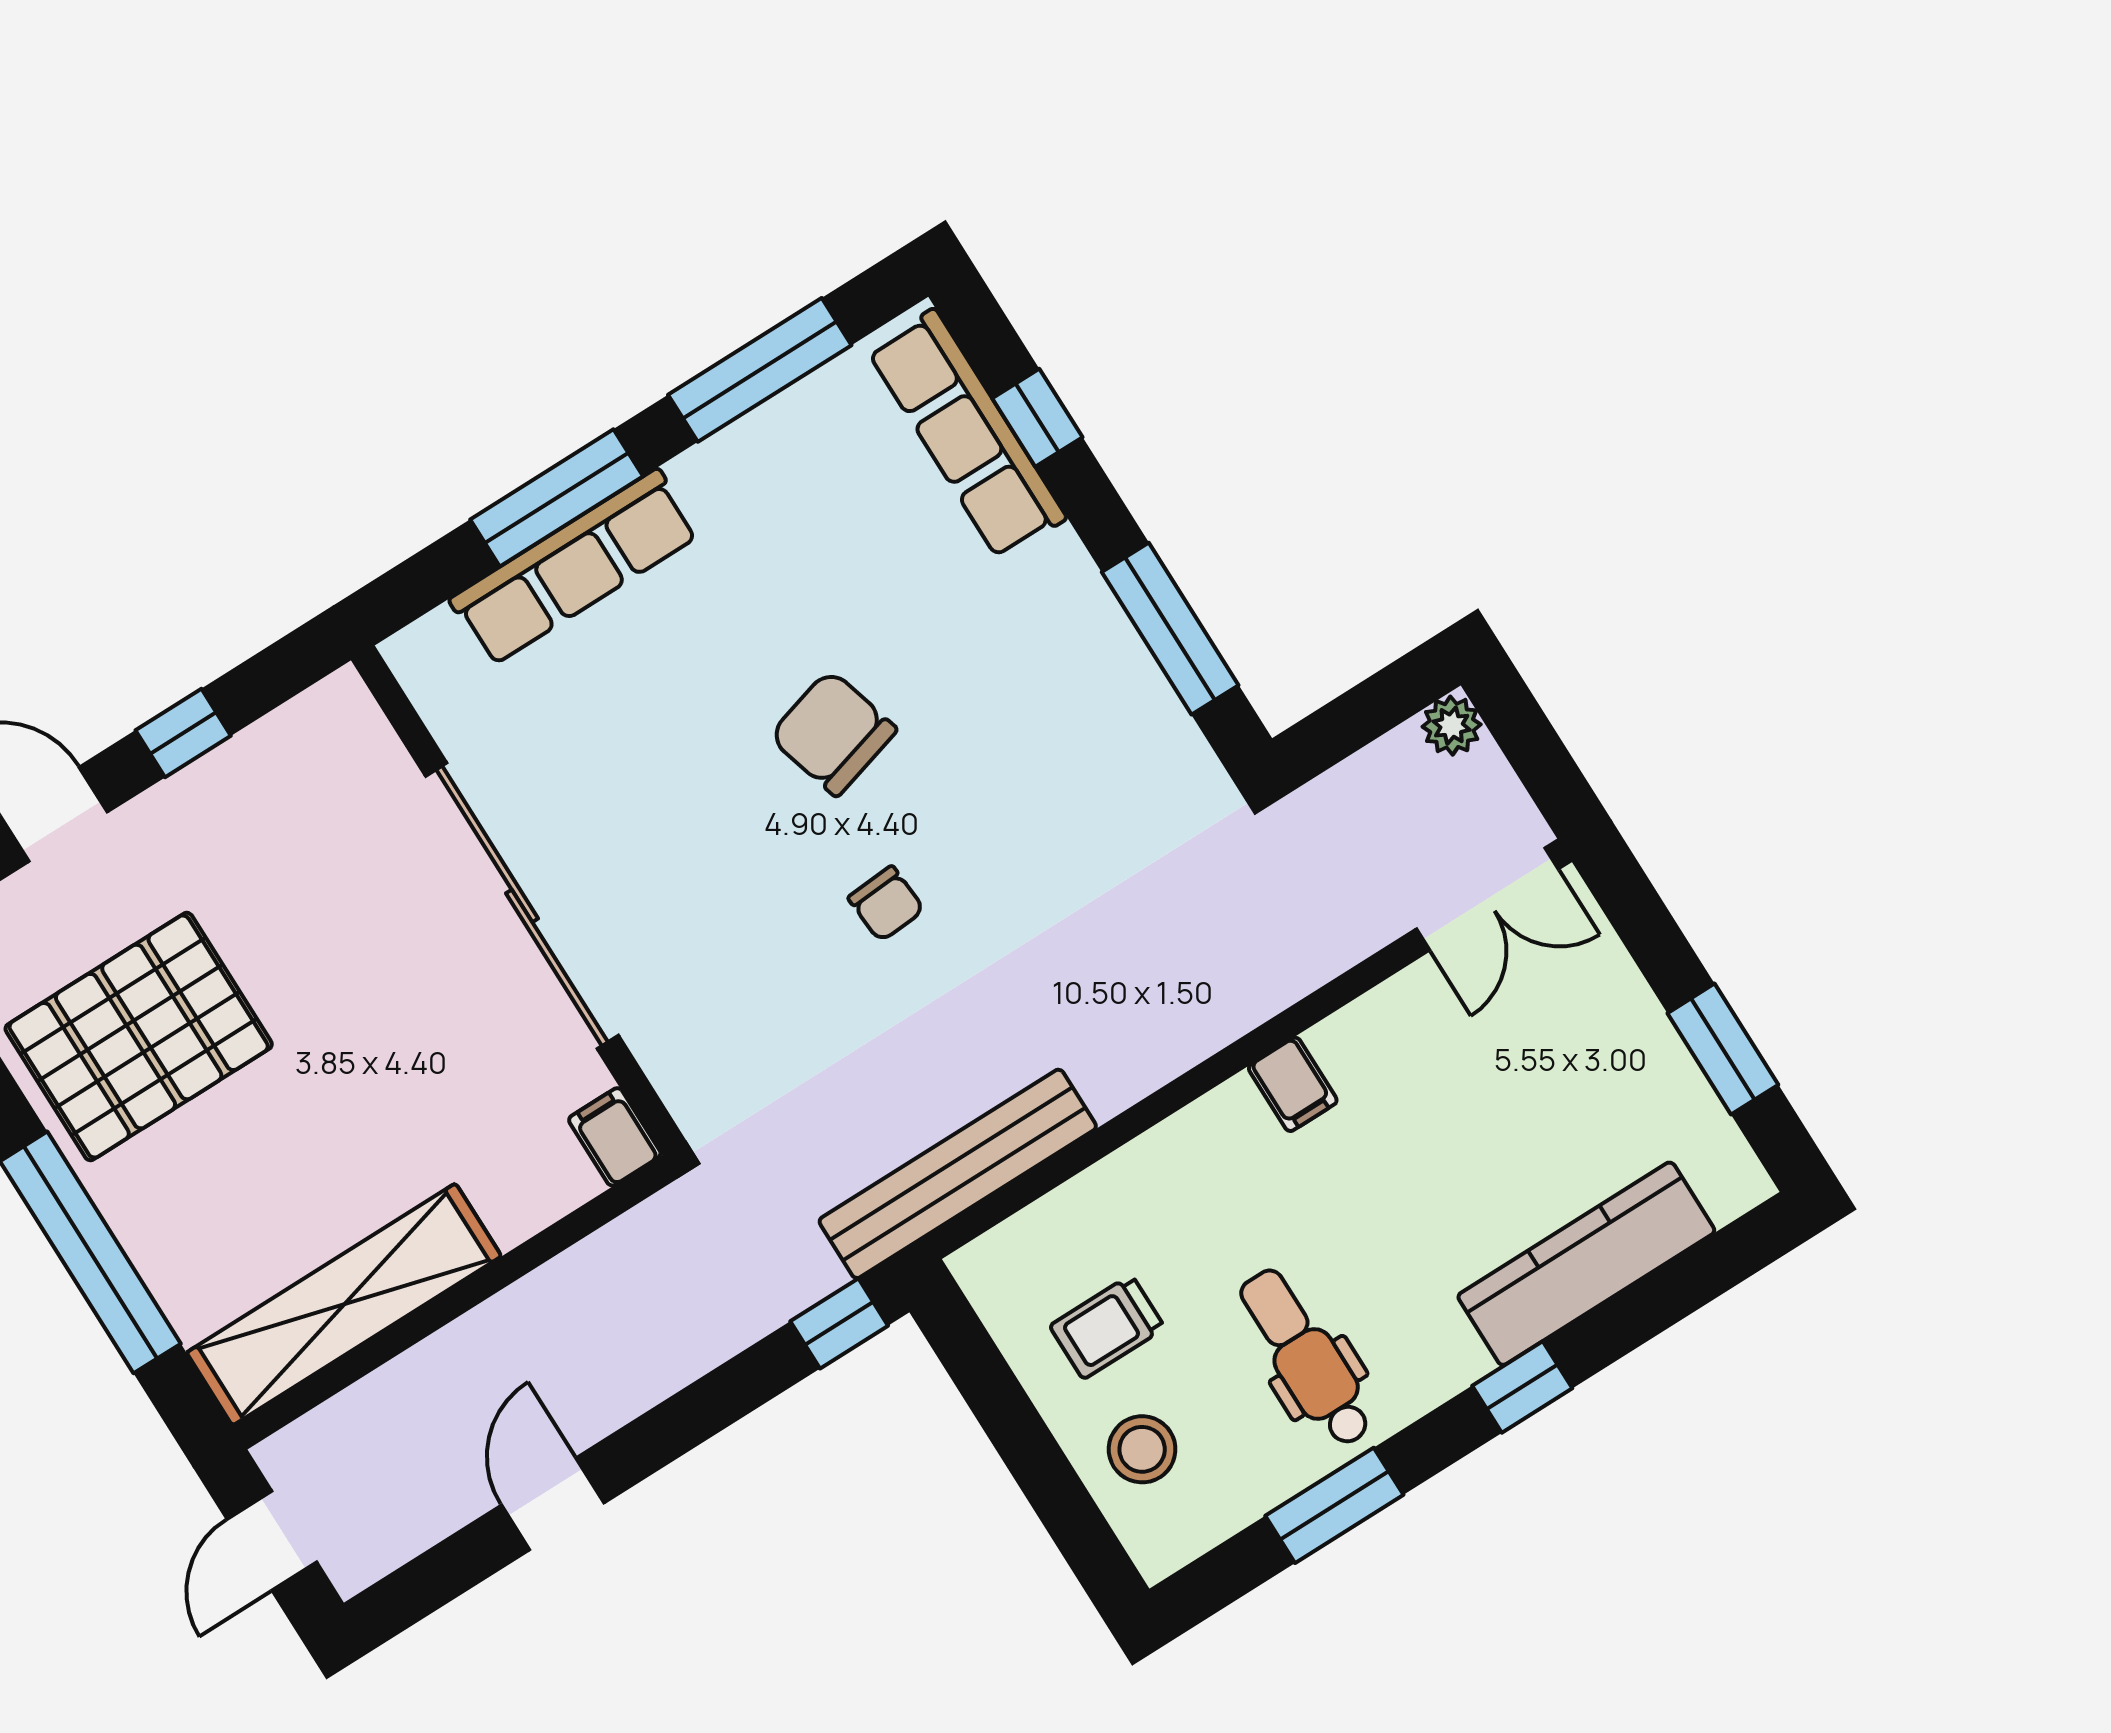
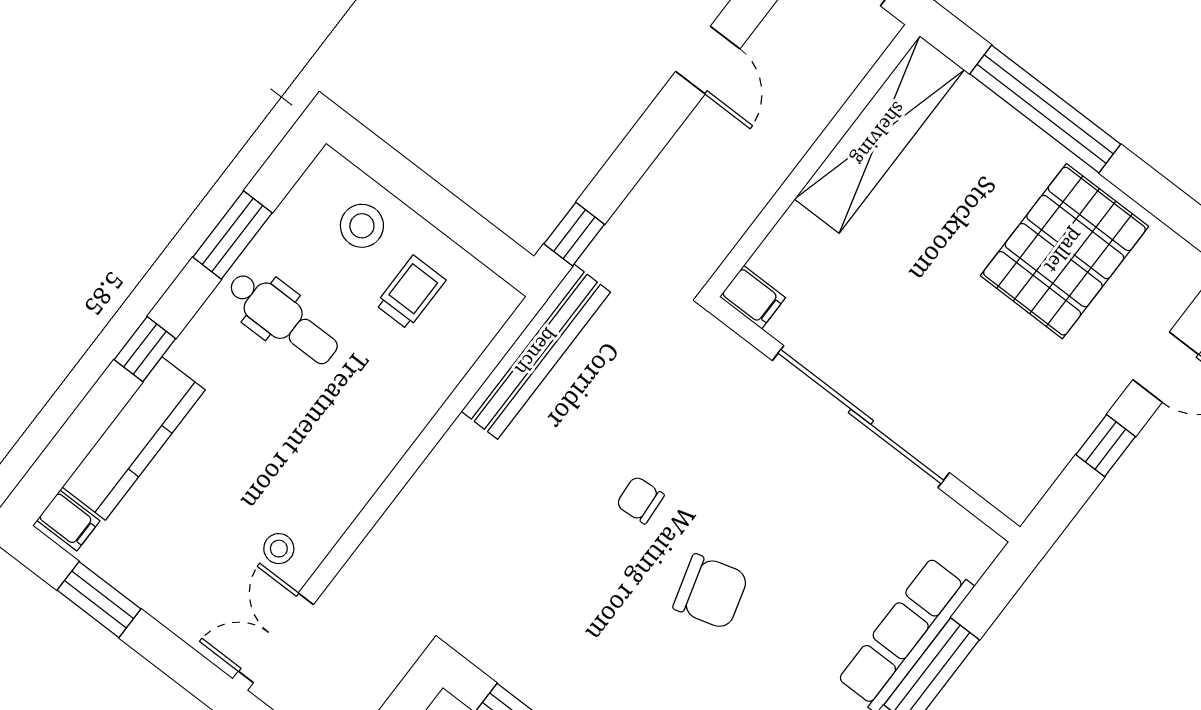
stool: (1435, 1027) -> (279, 549), added
filing cabinet: (1293, 1084) -> (68, 521), moved, turned 180

